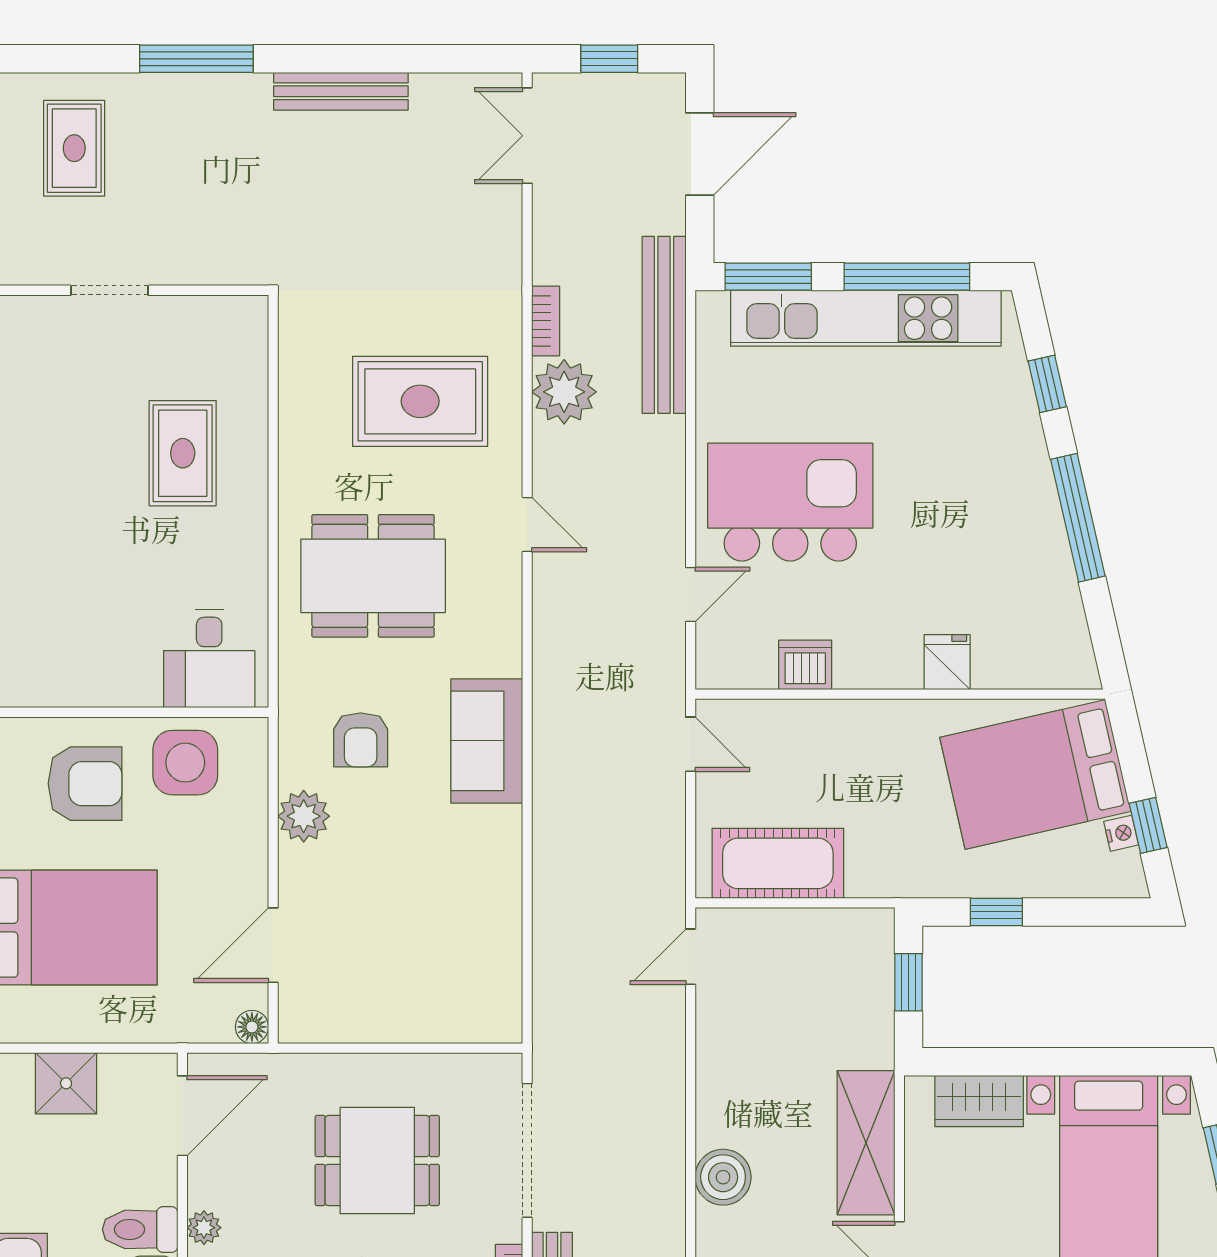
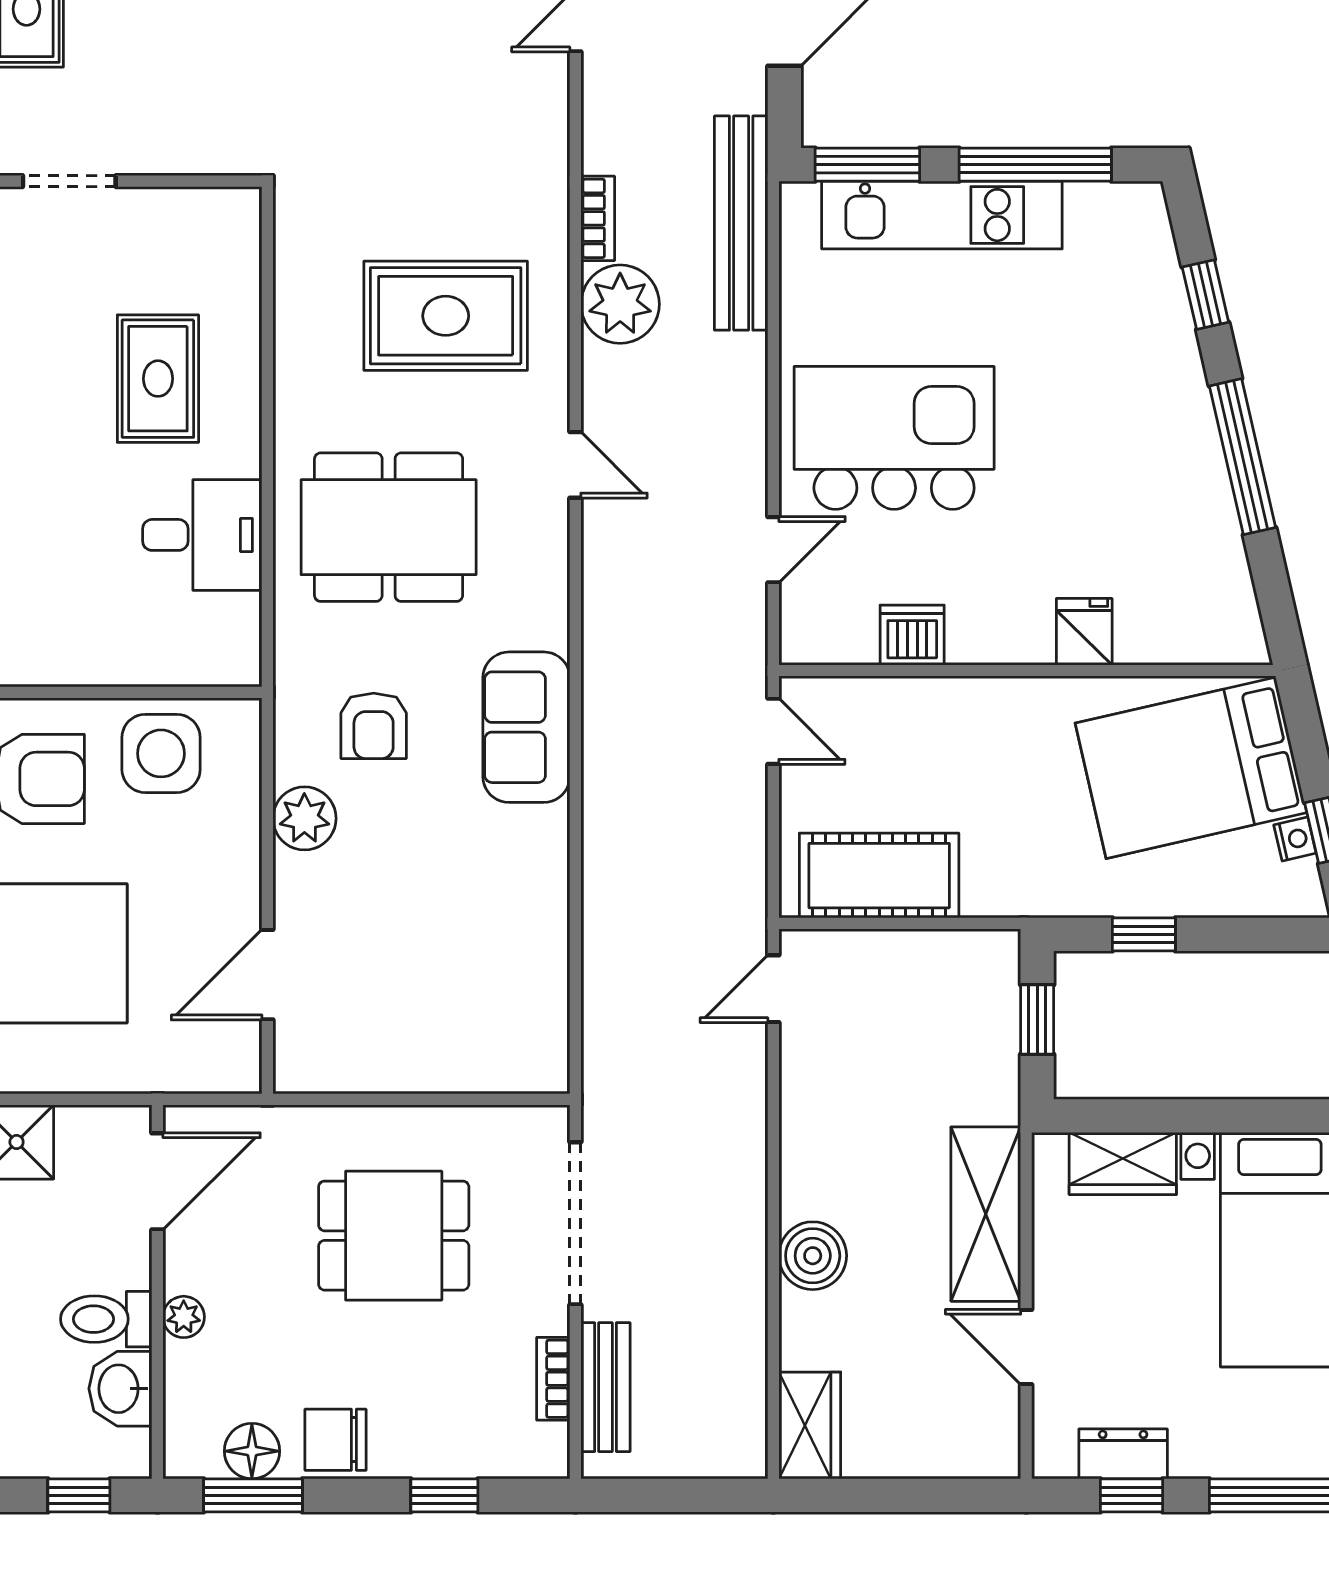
kitchen unit: (866, 318) -> (942, 215), width x0.73
desk: (209, 659) -> (202, 535), moved, turned -90
floor lamp: (252, 1027) -> (242, 1074), removed

